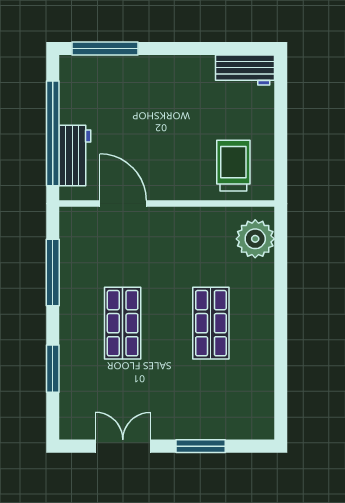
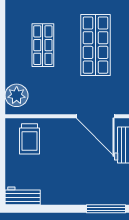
door: (123, 204) -> (95, 116), width x1.36
shop shelf: (123, 323) -> (95, 45), width x1.43, depth x1.36

